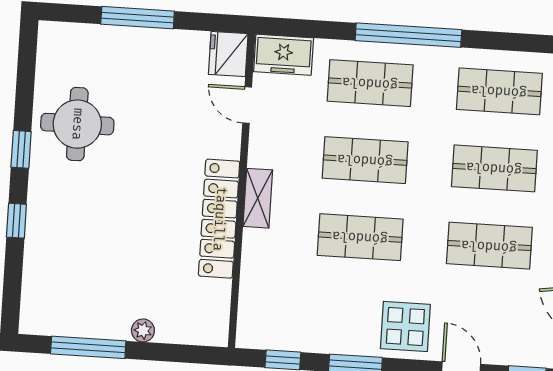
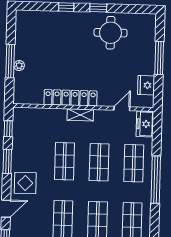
fridge: (228, 54) -> (146, 85), moved, turned -90
window: (88, 347) -> (10, 61), moved

